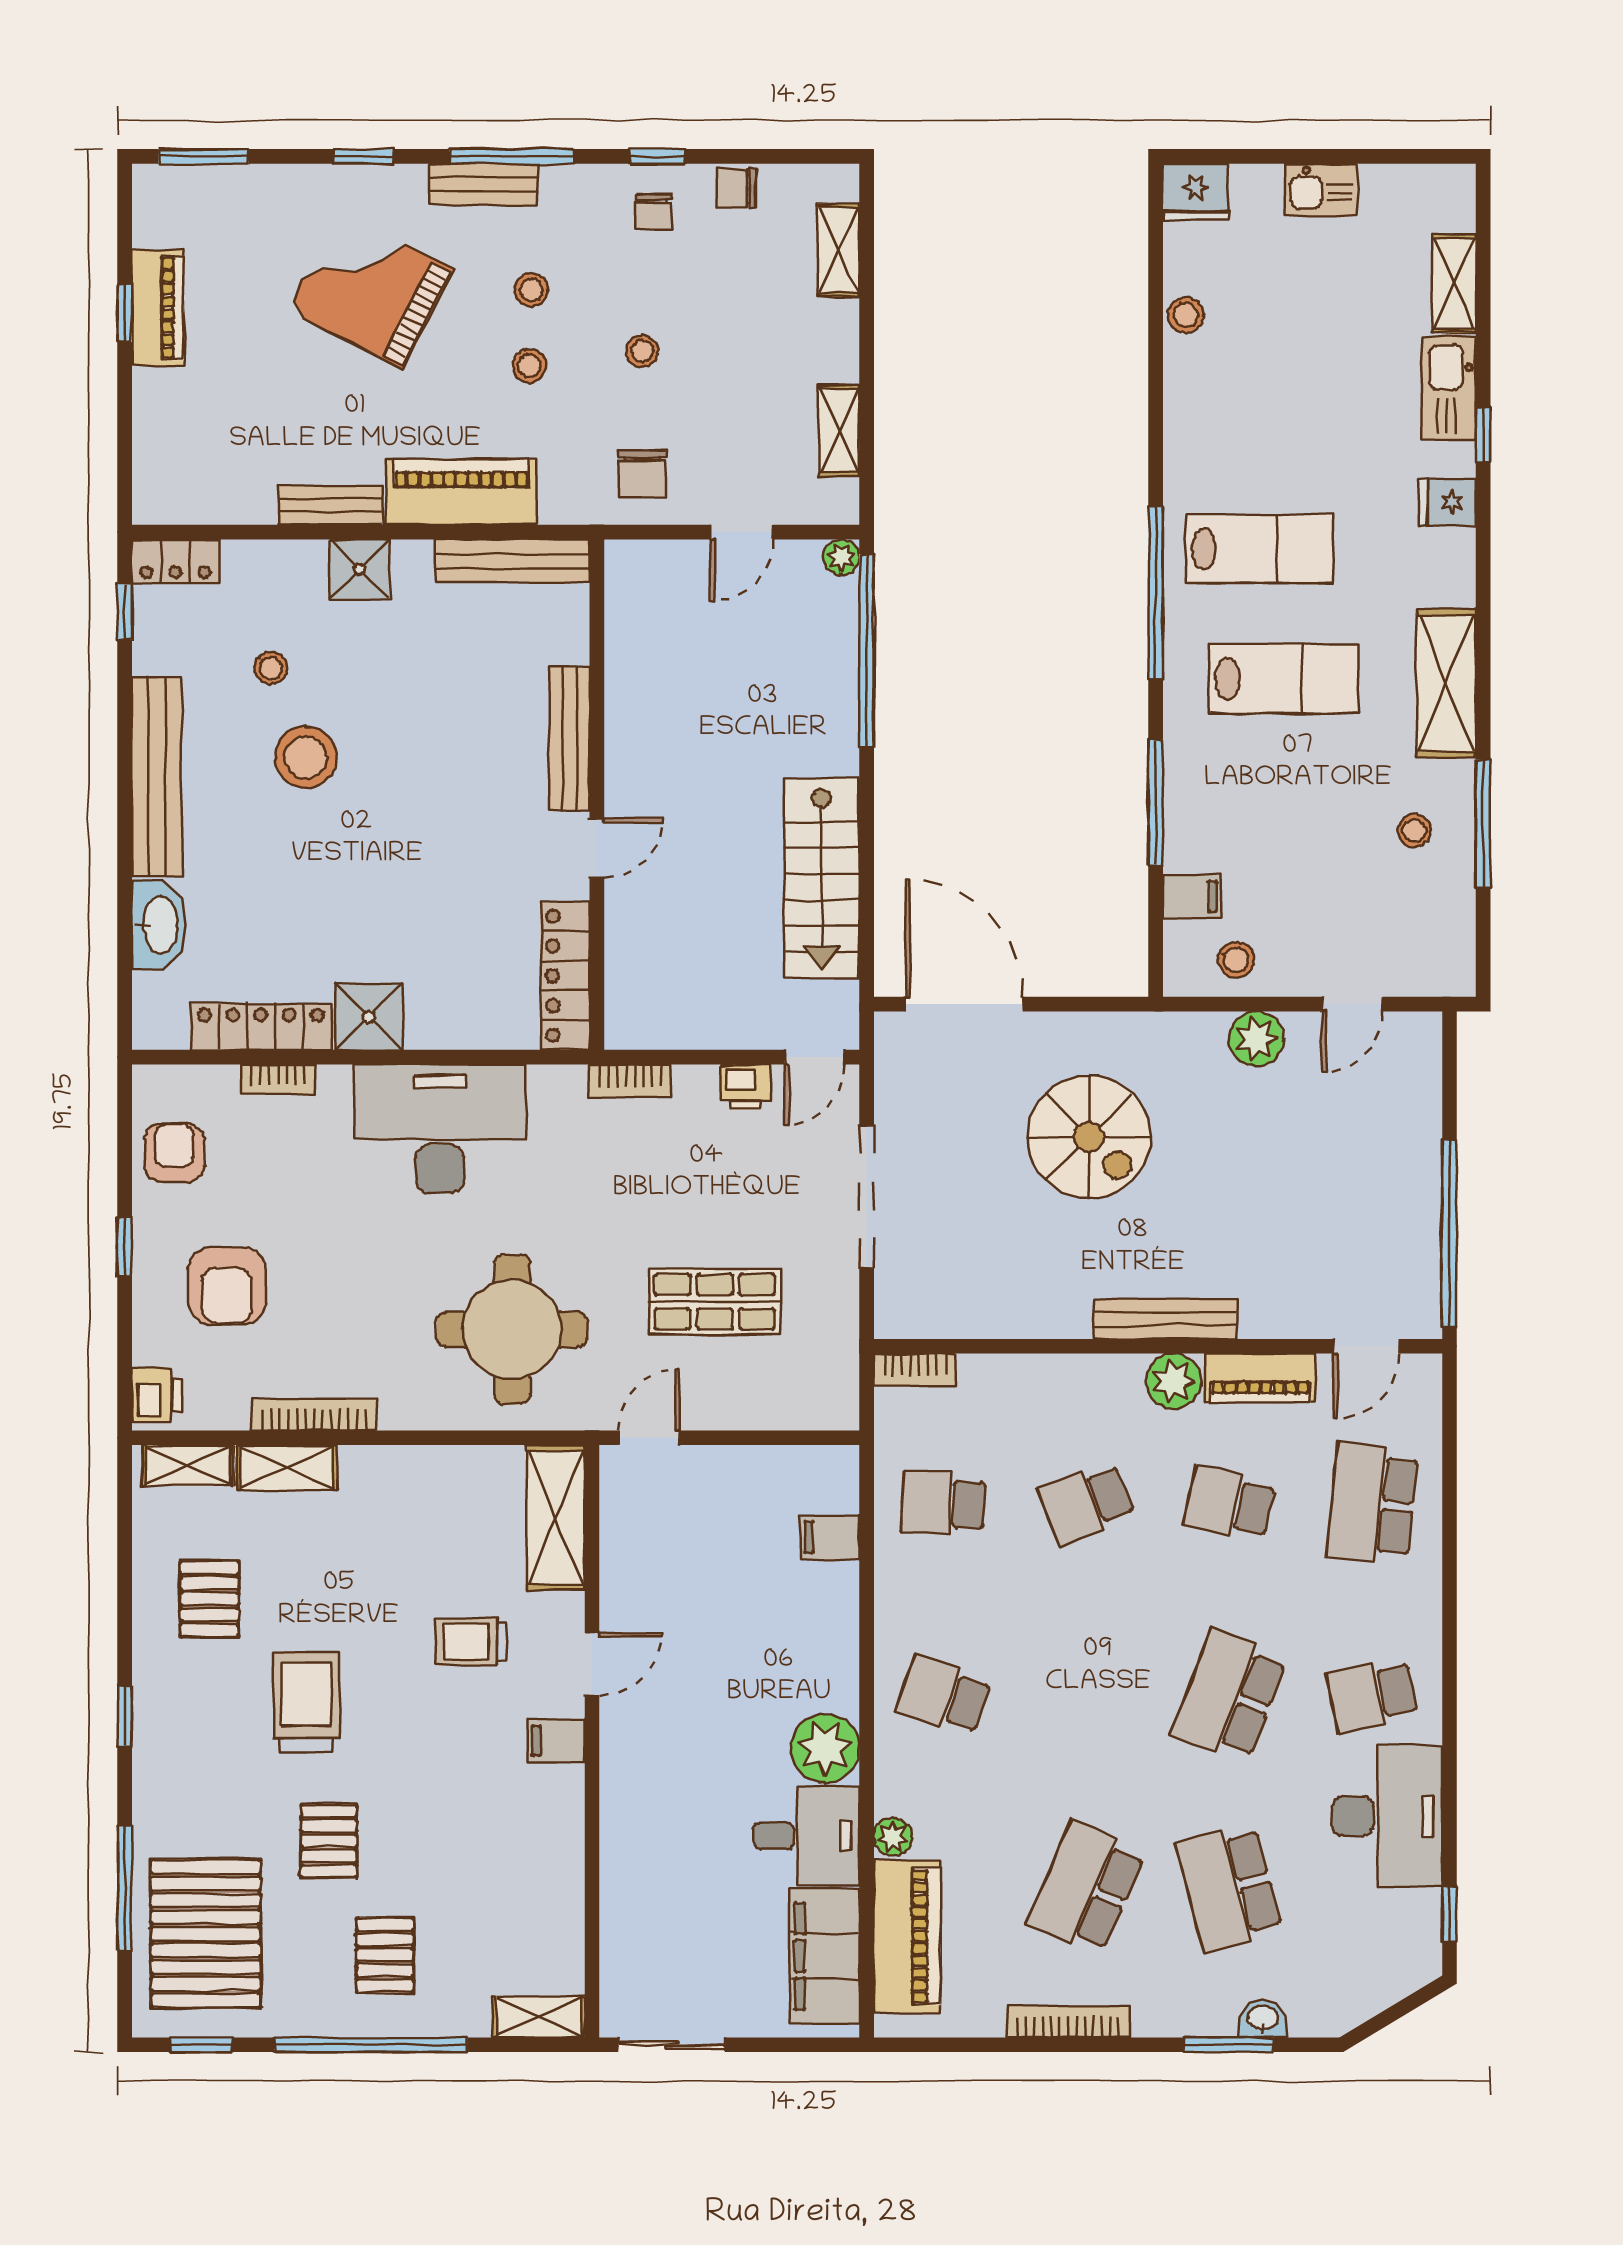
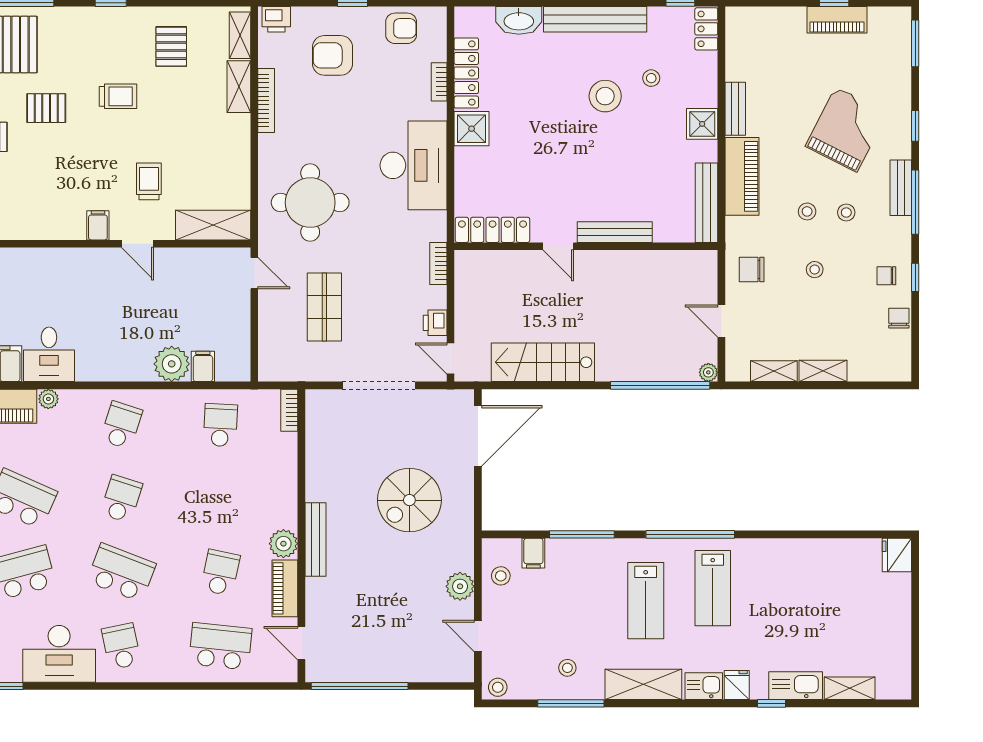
kitchen sink: (1321, 190) -> (704, 686), moved, turned 90
shelving: (839, 250) -> (823, 371), moved
stool: (1186, 315) -> (498, 687), moved
school desk: (1087, 1503) -> (121, 499), moved, turned 39
pallet: (210, 1599) -> (171, 47), turned 90
trolley: (306, 1702) -> (118, 96), width x0.73, depth x0.72
plant: (825, 1748) -> (172, 364), moved

